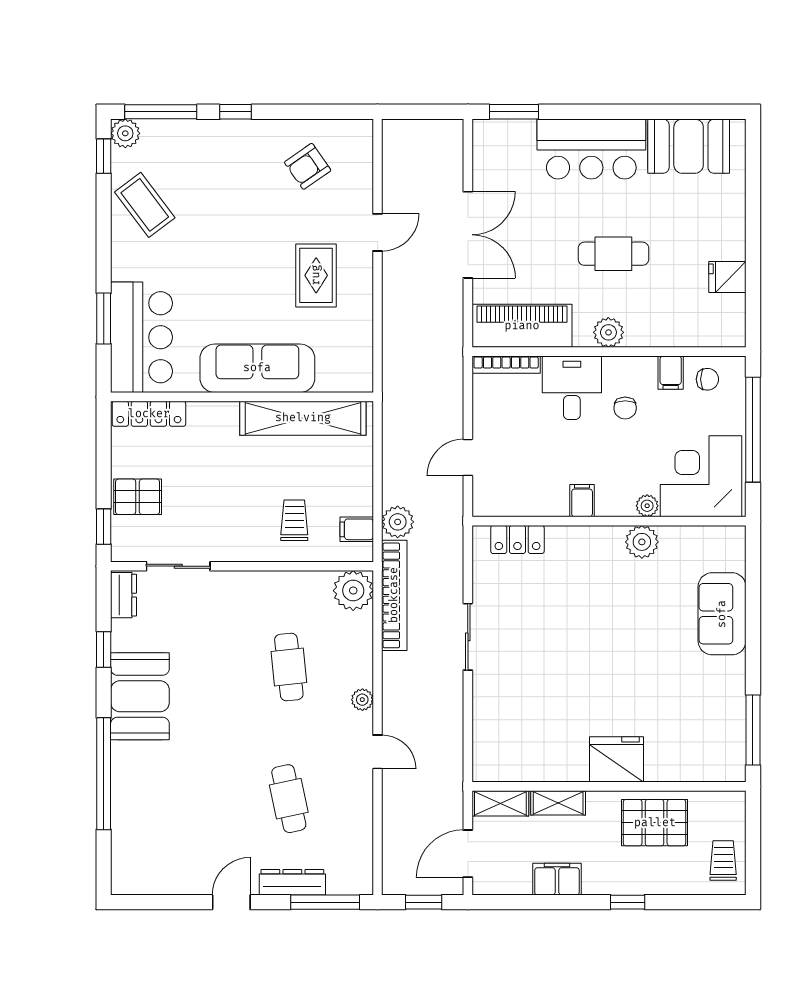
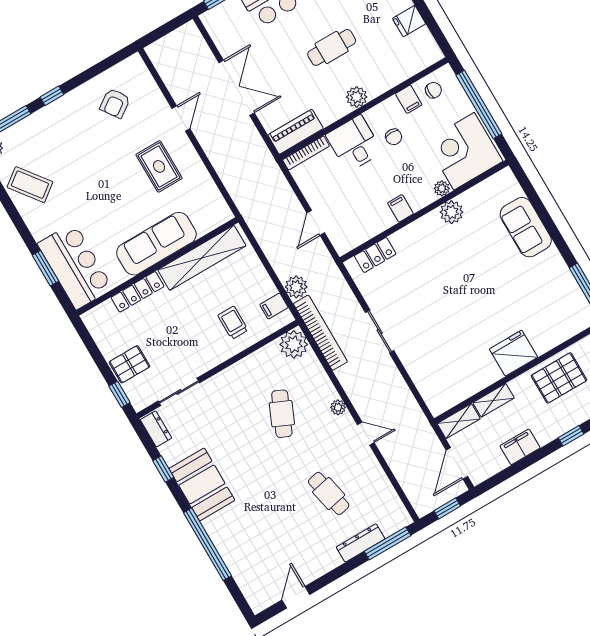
piano: (522, 326) -> (296, 132), width x0.73, depth x0.75
locker: (149, 414) -> (138, 292), moved
cafe table: (289, 667) -> (282, 414), turned 30
door: (231, 902) -> (296, 597), moved

